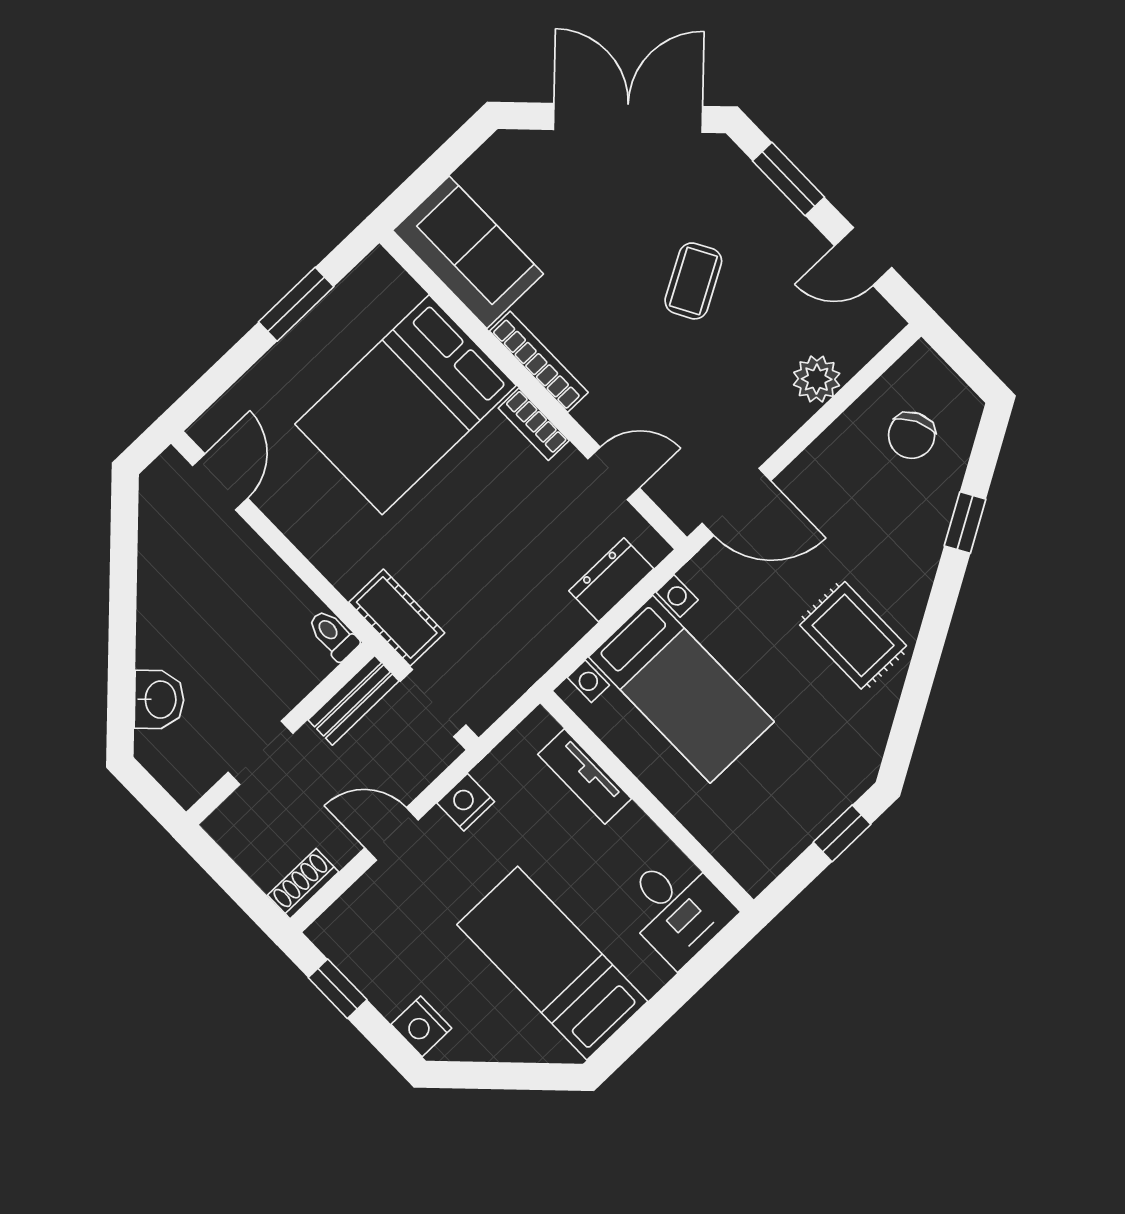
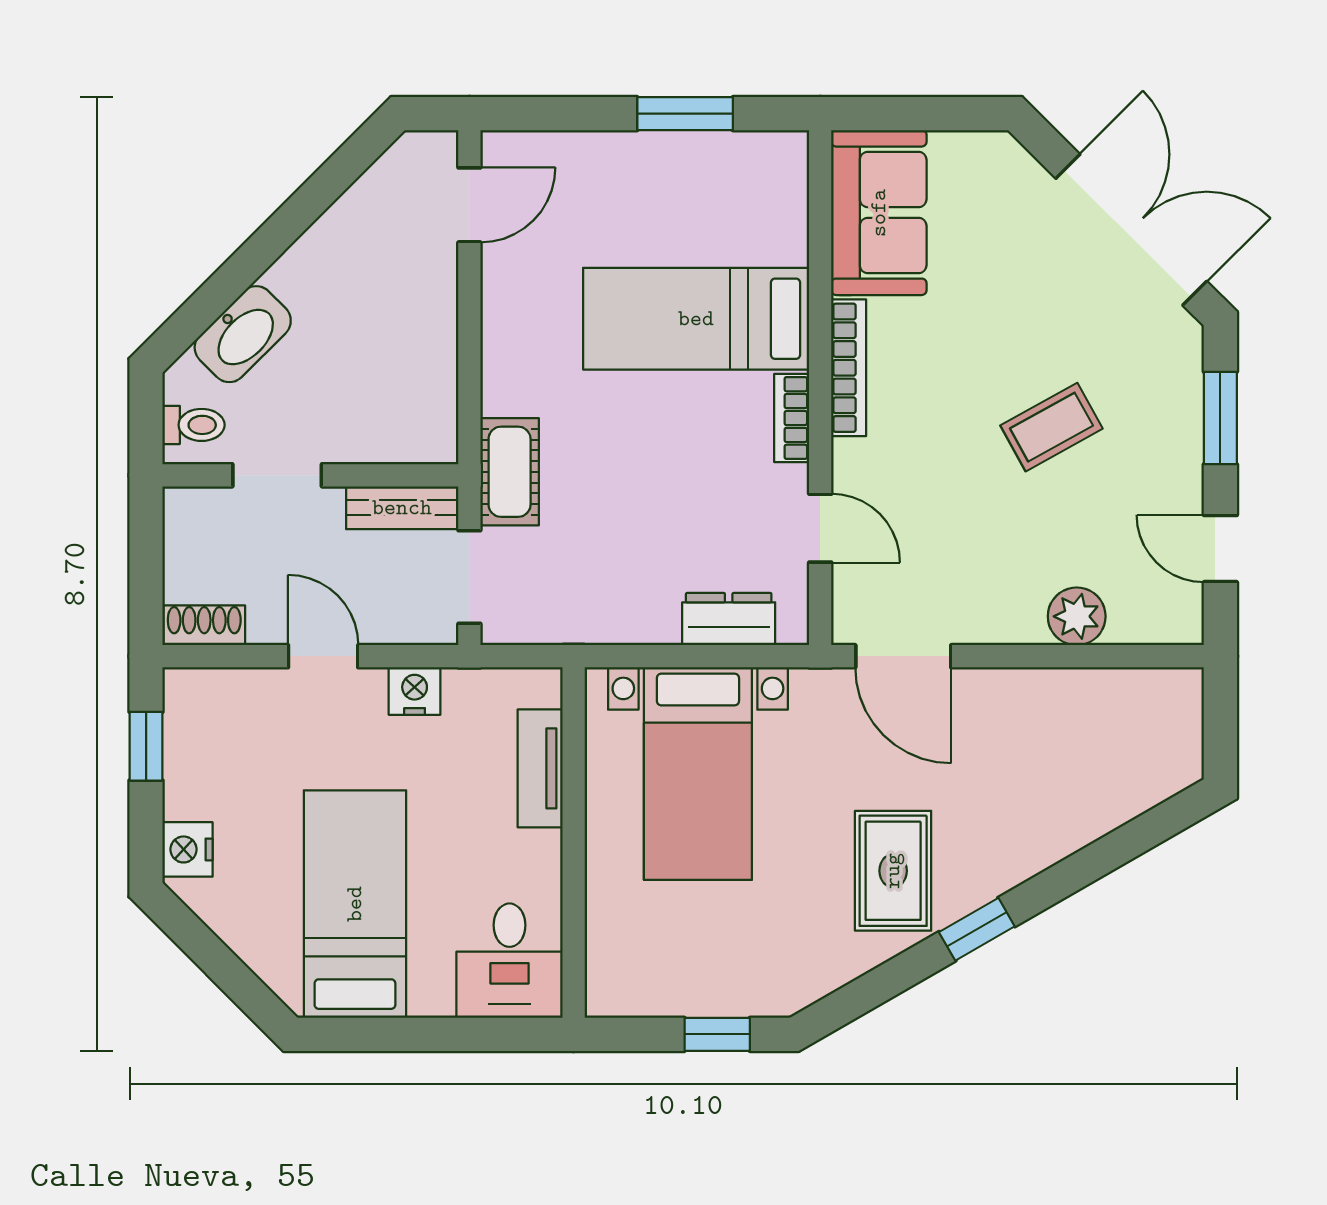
bed: (406, 405) -> (696, 319), width x0.67
chair: (912, 435) -> (1112, 745), removed
window: (965, 523) -> (977, 929), moved
toilet: (333, 635) -> (194, 425), moved, turned 90
washbasin: (159, 700) -> (243, 334), width x1.38

